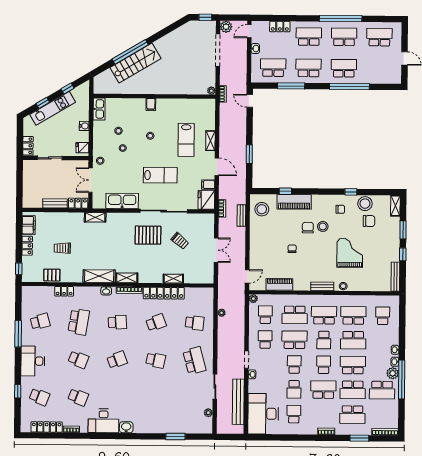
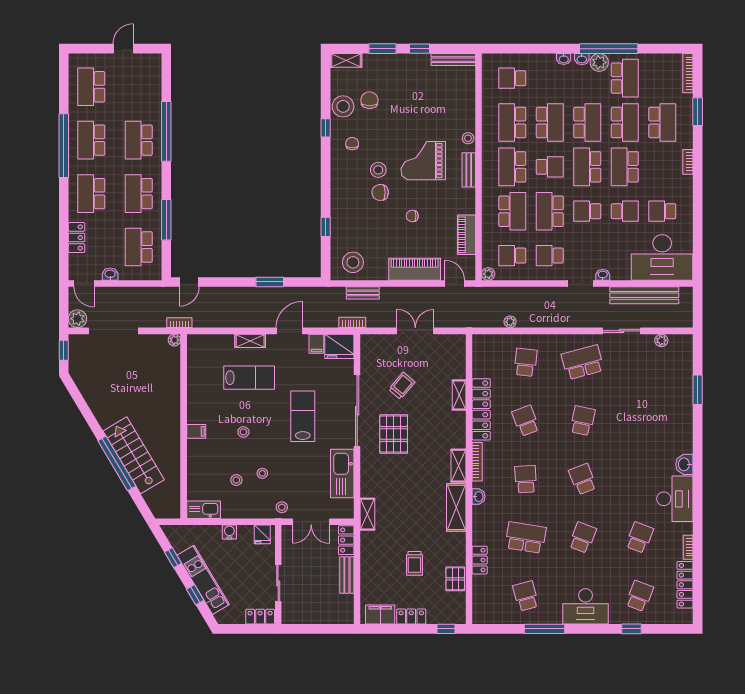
piano: (294, 202) -> (415, 269), moved, turned -90
grand piano: (350, 253) -> (423, 161), moved
school desk: (324, 365) -> (587, 167), width x1.85
school desk: (353, 365) -> (587, 123), turned 180

